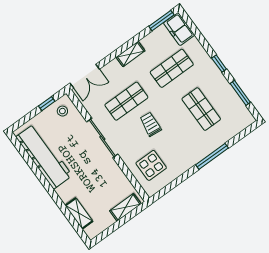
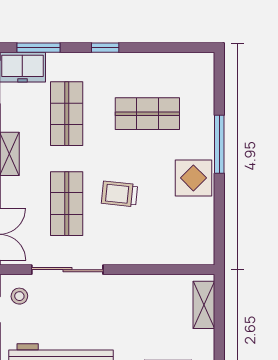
window: (240, 93) -> (38, 48), moved
sliding door: (102, 138) -> (67, 270), moved
display table: (151, 165) -> (193, 178), moved

